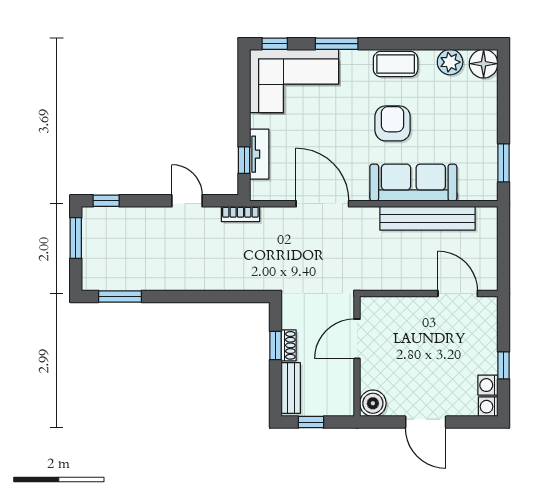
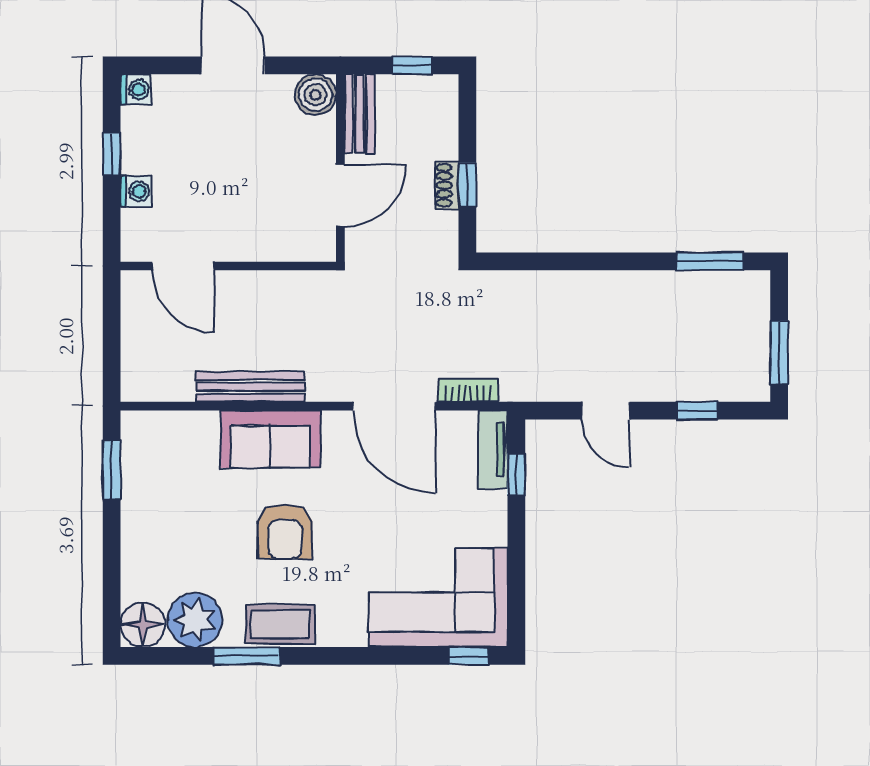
window: (337, 44) -> (247, 656), moved
plant: (450, 62) -> (195, 620), width x1.36, depth x1.36
tv unit: (259, 154) -> (493, 449), moved
sofa: (413, 183) -> (270, 439), width x0.73
window: (106, 201) -> (697, 411), moved
bookcase: (240, 214) -> (468, 390), moved
bench: (427, 218) -> (250, 387), width x0.73, depth x0.82
washing machine: (488, 385) -> (136, 191), moved
bench: (291, 388) -> (360, 114), moved

